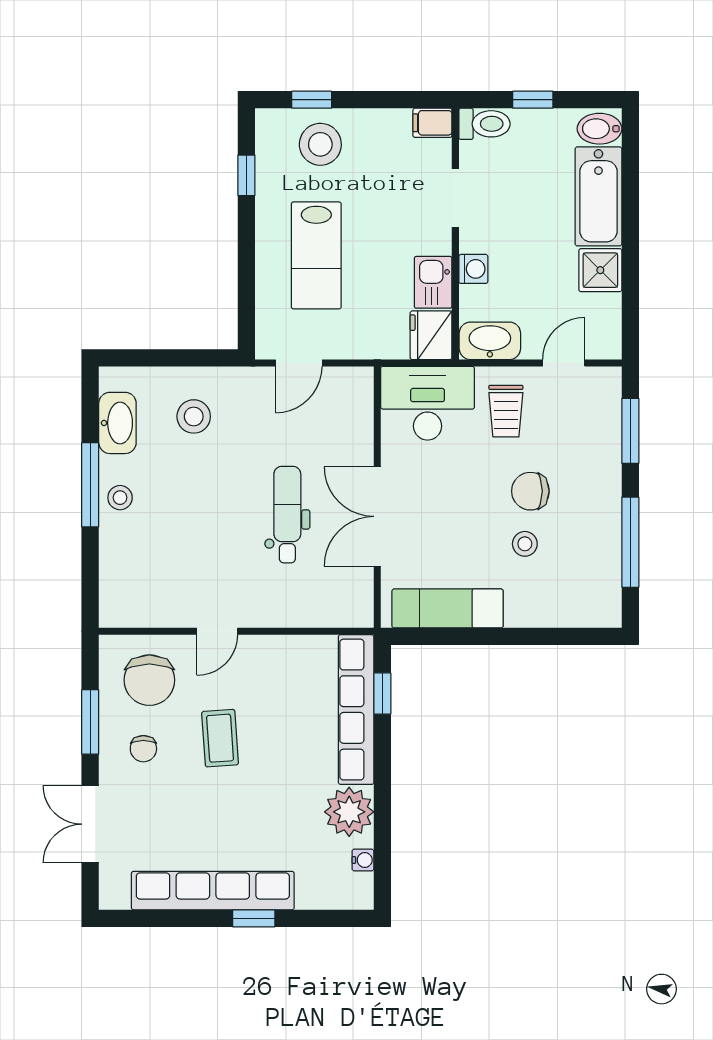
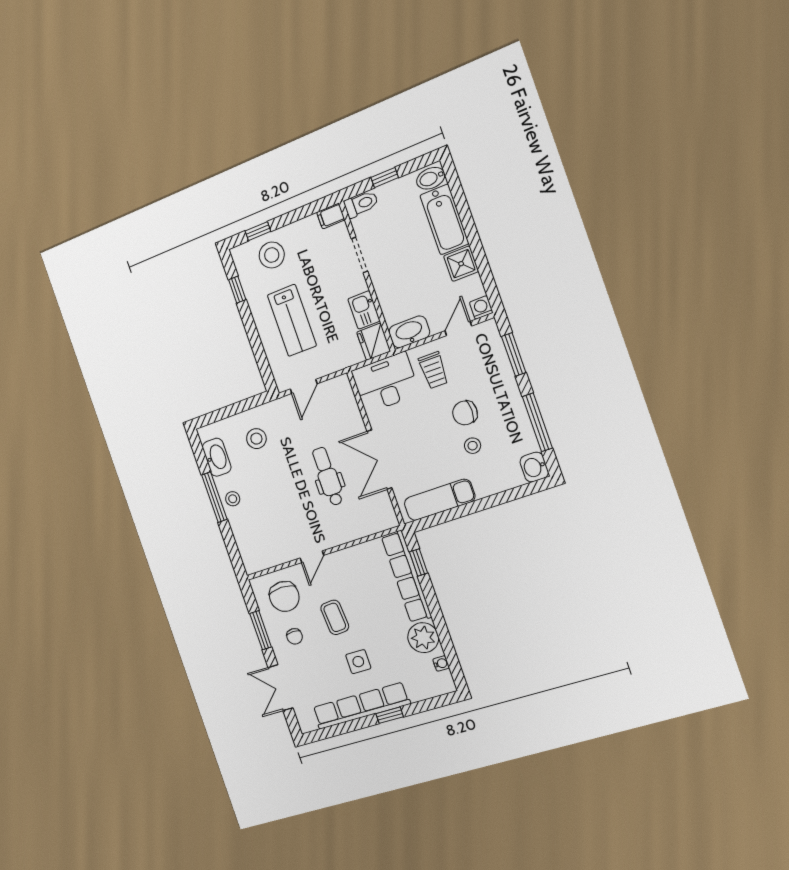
washing machine: (473, 269) -> (481, 307), moved, turned -90
washbasin: (604, 606) -> (534, 467), added
side table: (233, 819) -> (358, 662), added

